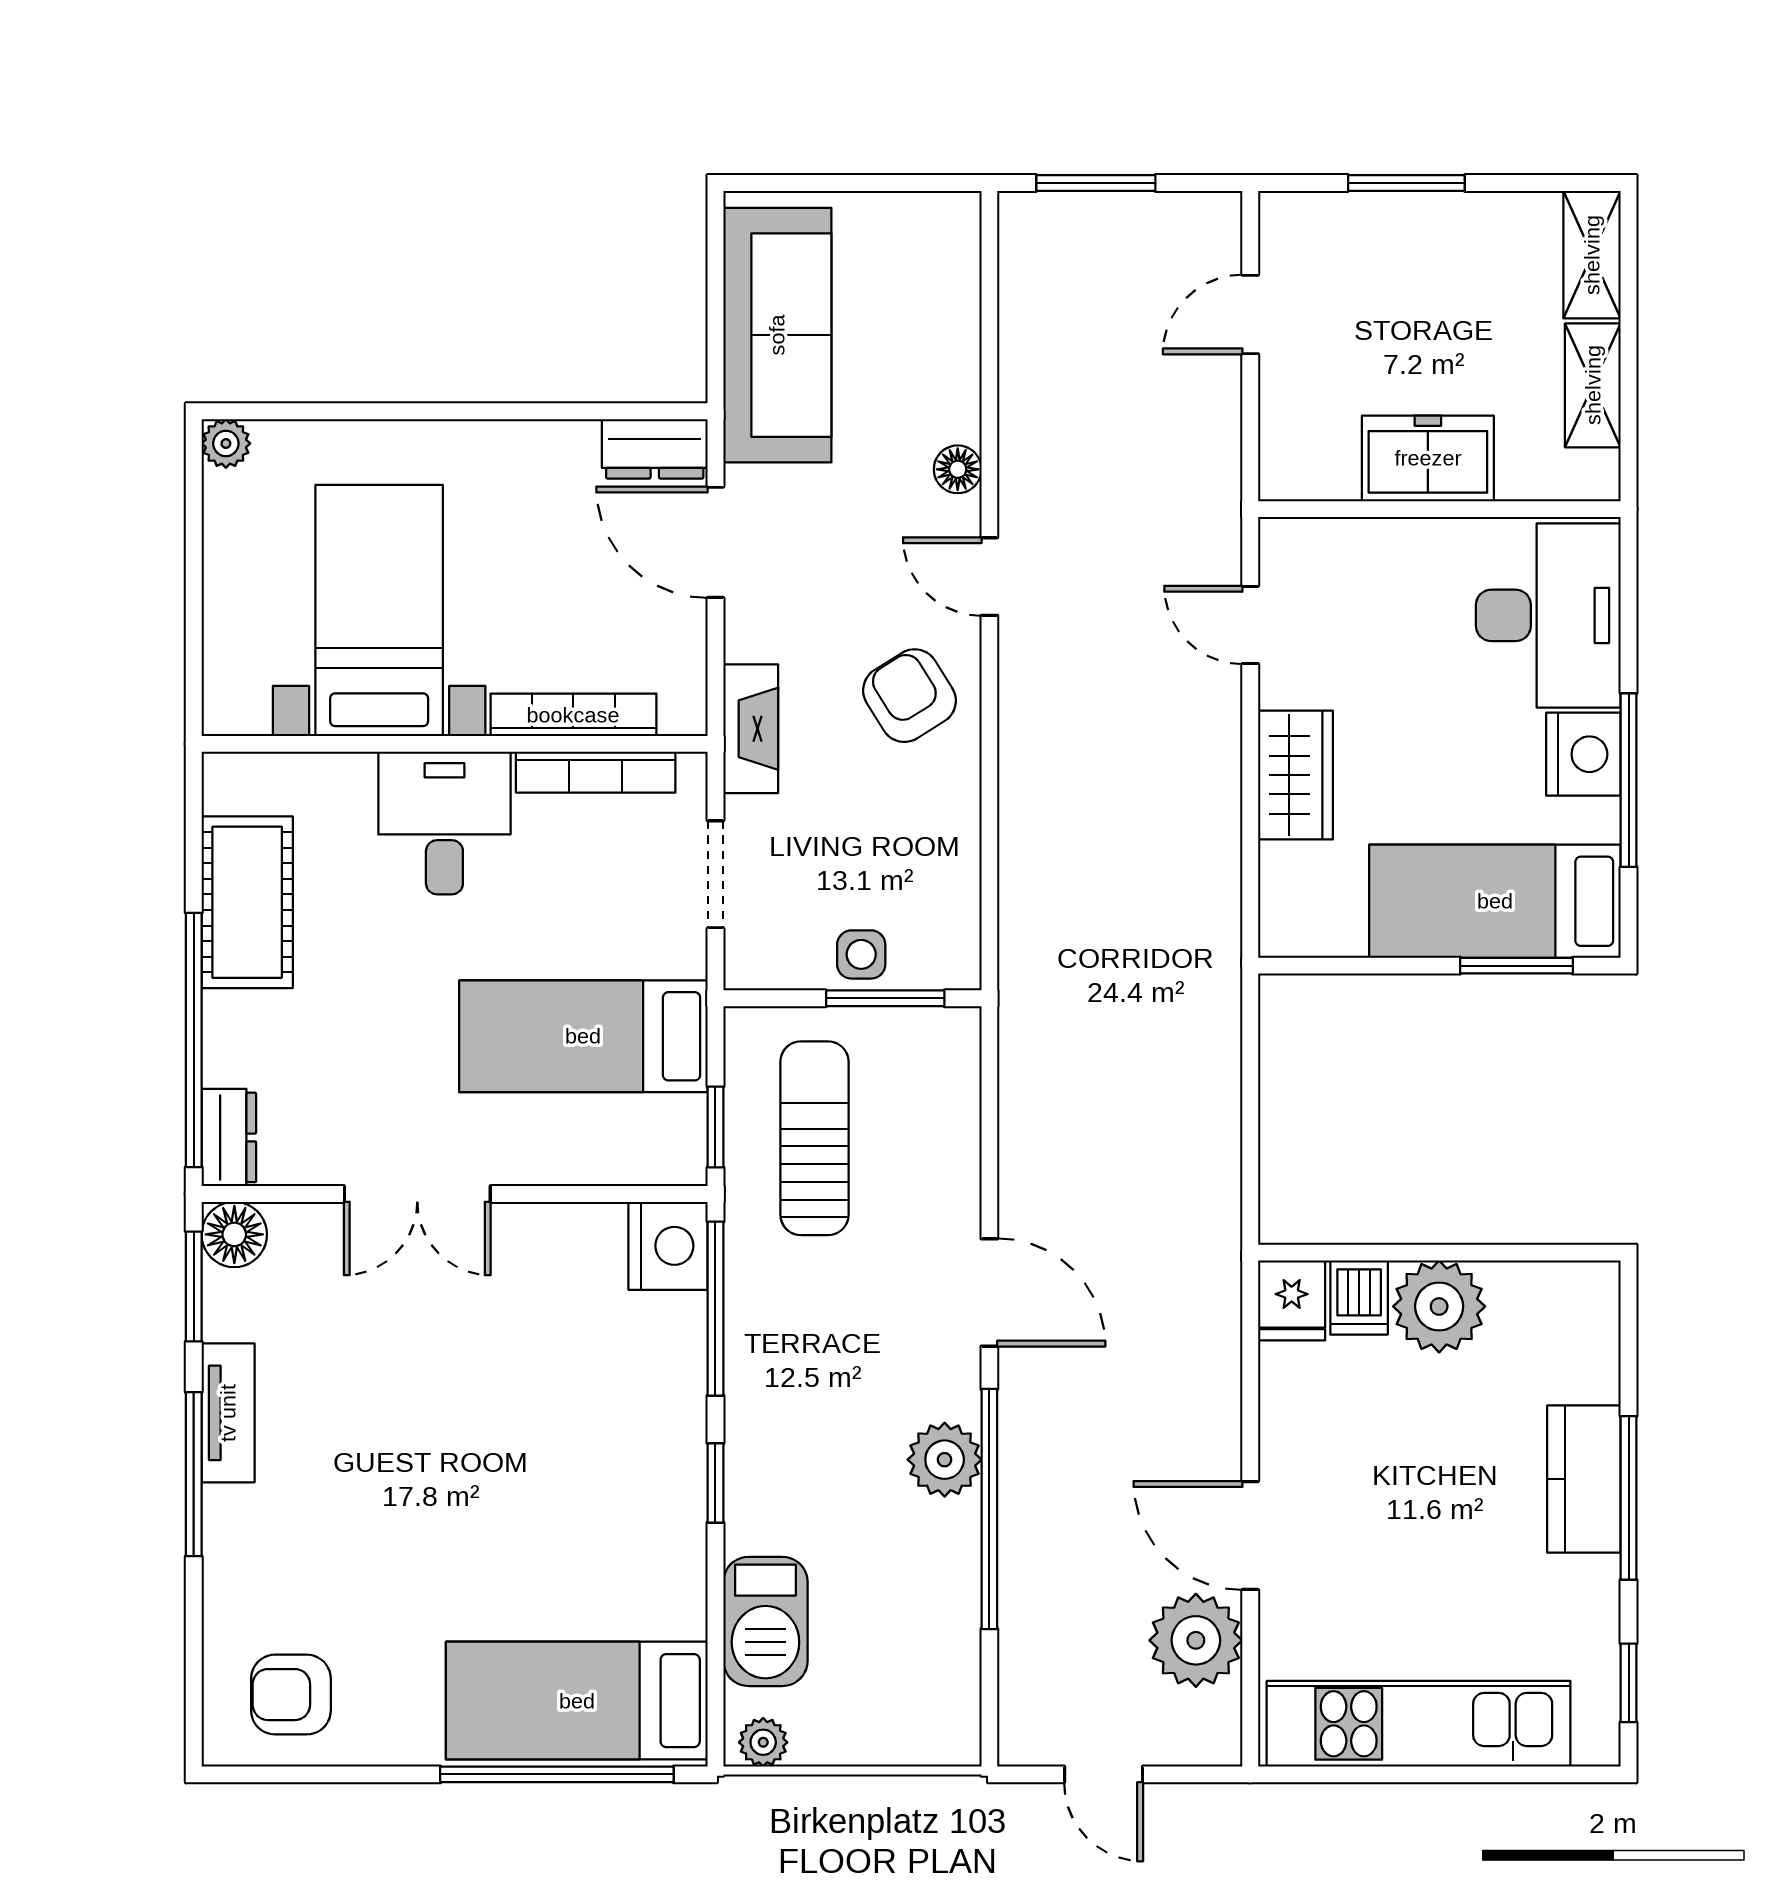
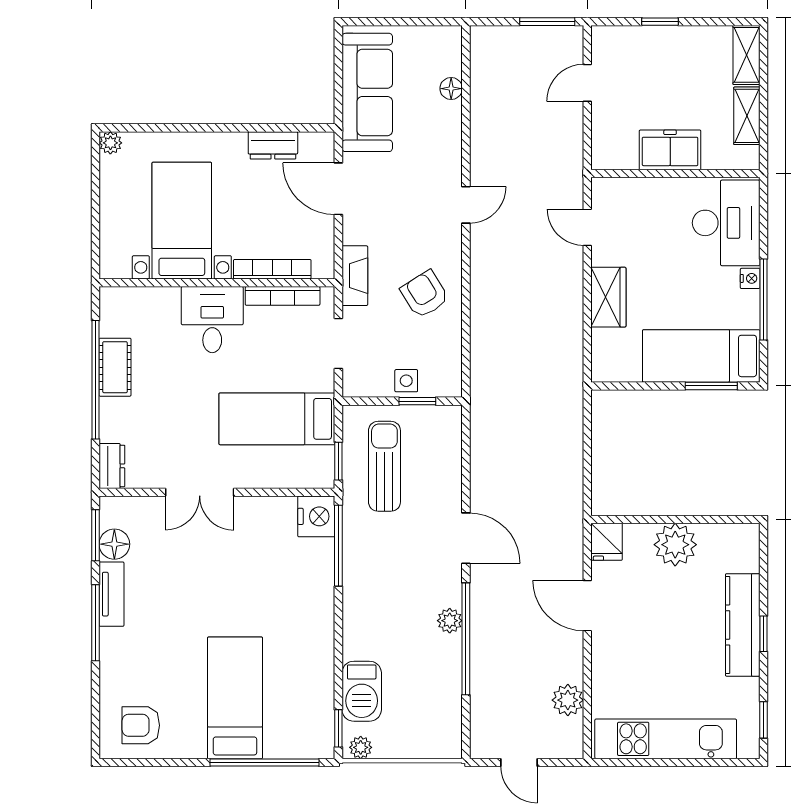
window: (1096, 183) -> (547, 22), moved
window: (1406, 183) -> (660, 22), width x0.67
dresser: (655, 449) -> (273, 145), moved
floor lamp: (958, 469) -> (451, 89), moved
door: (989, 577) -> (466, 205), swing flipped
armchair: (909, 696) -> (425, 294), moved
nightstand: (1583, 754) -> (750, 278), width x0.53, depth x0.56
cot: (247, 902) -> (115, 367), width x0.73, depth x0.75
window: (885, 998) -> (417, 401), width x0.67
window: (194, 1040) -> (95, 380), moved
floor lamp: (234, 1234) -> (114, 544), moved
dishwasher: (1359, 1297) -> (638, 540), removed
plant: (945, 1460) -> (450, 621), width x0.73, depth x0.73
kitchen counter: (1584, 1479) -> (743, 625), width x1.50
window: (715, 1483) -> (338, 728), moved
window: (1629, 1498) -> (763, 634), width x0.46
door: (1250, 1535) -> (587, 606), moved
plant: (1196, 1640) -> (568, 700), width x0.73, depth x0.73
bed: (577, 1701) -> (235, 698), moved, turned 90

